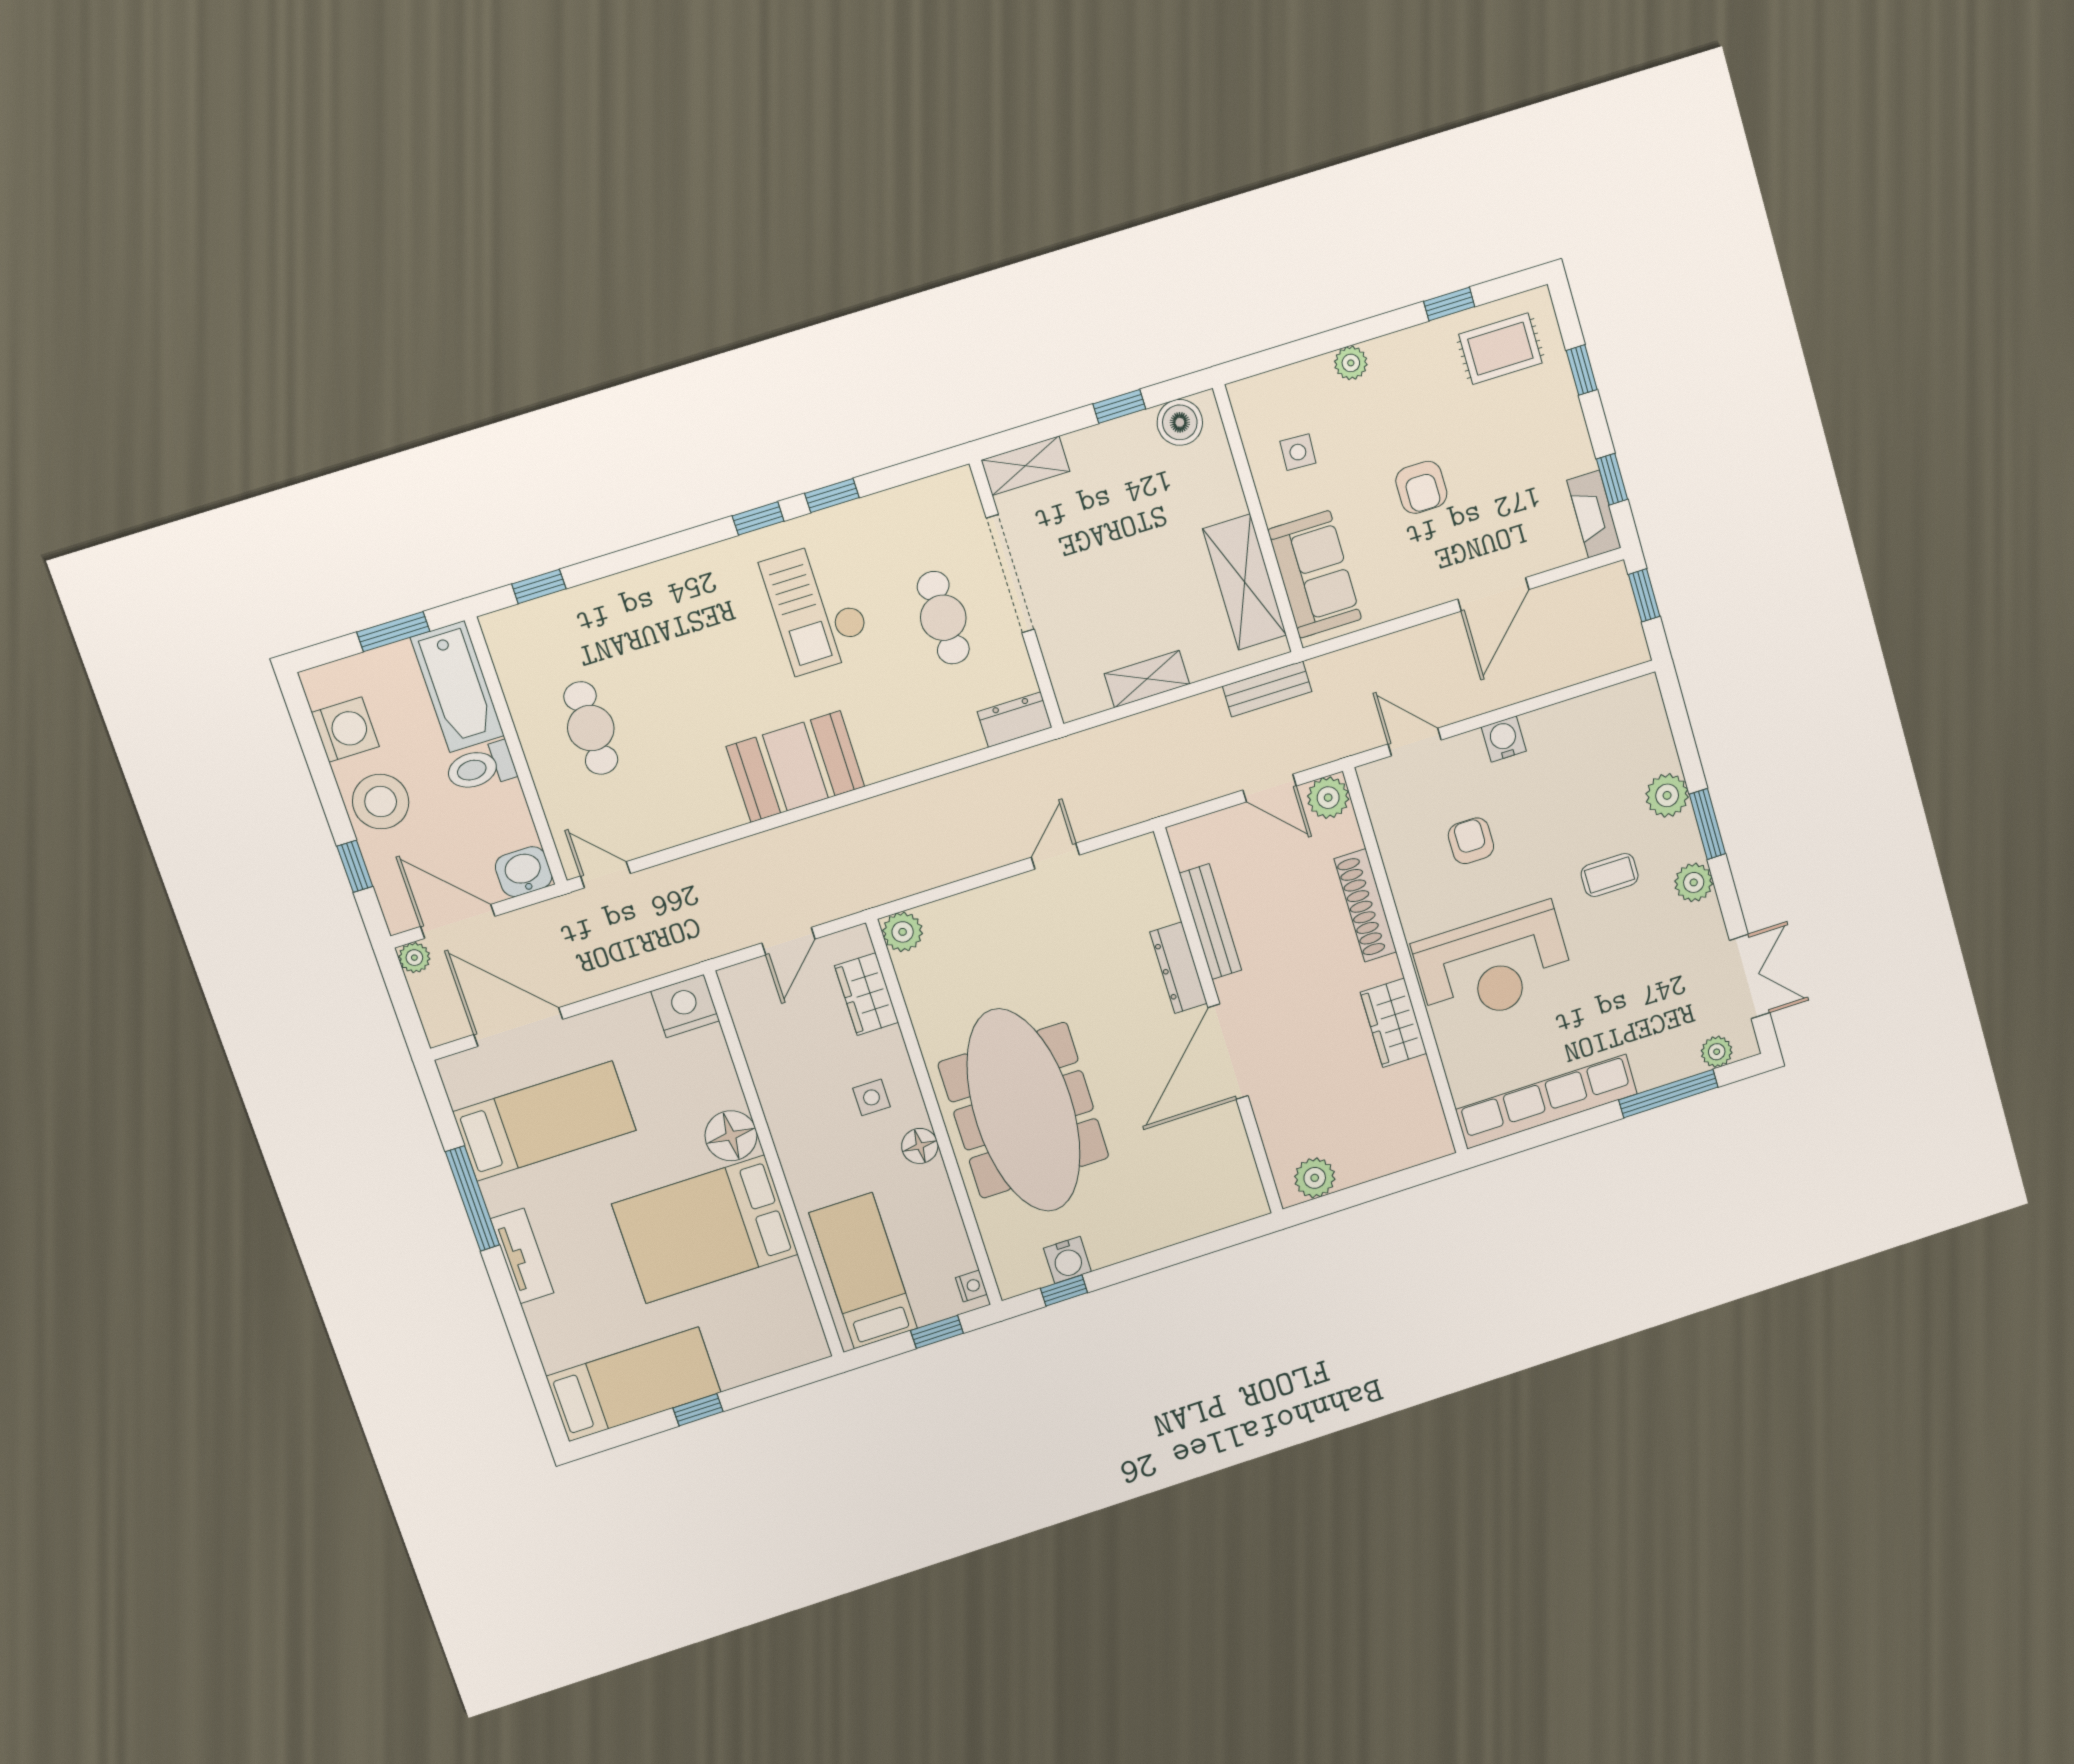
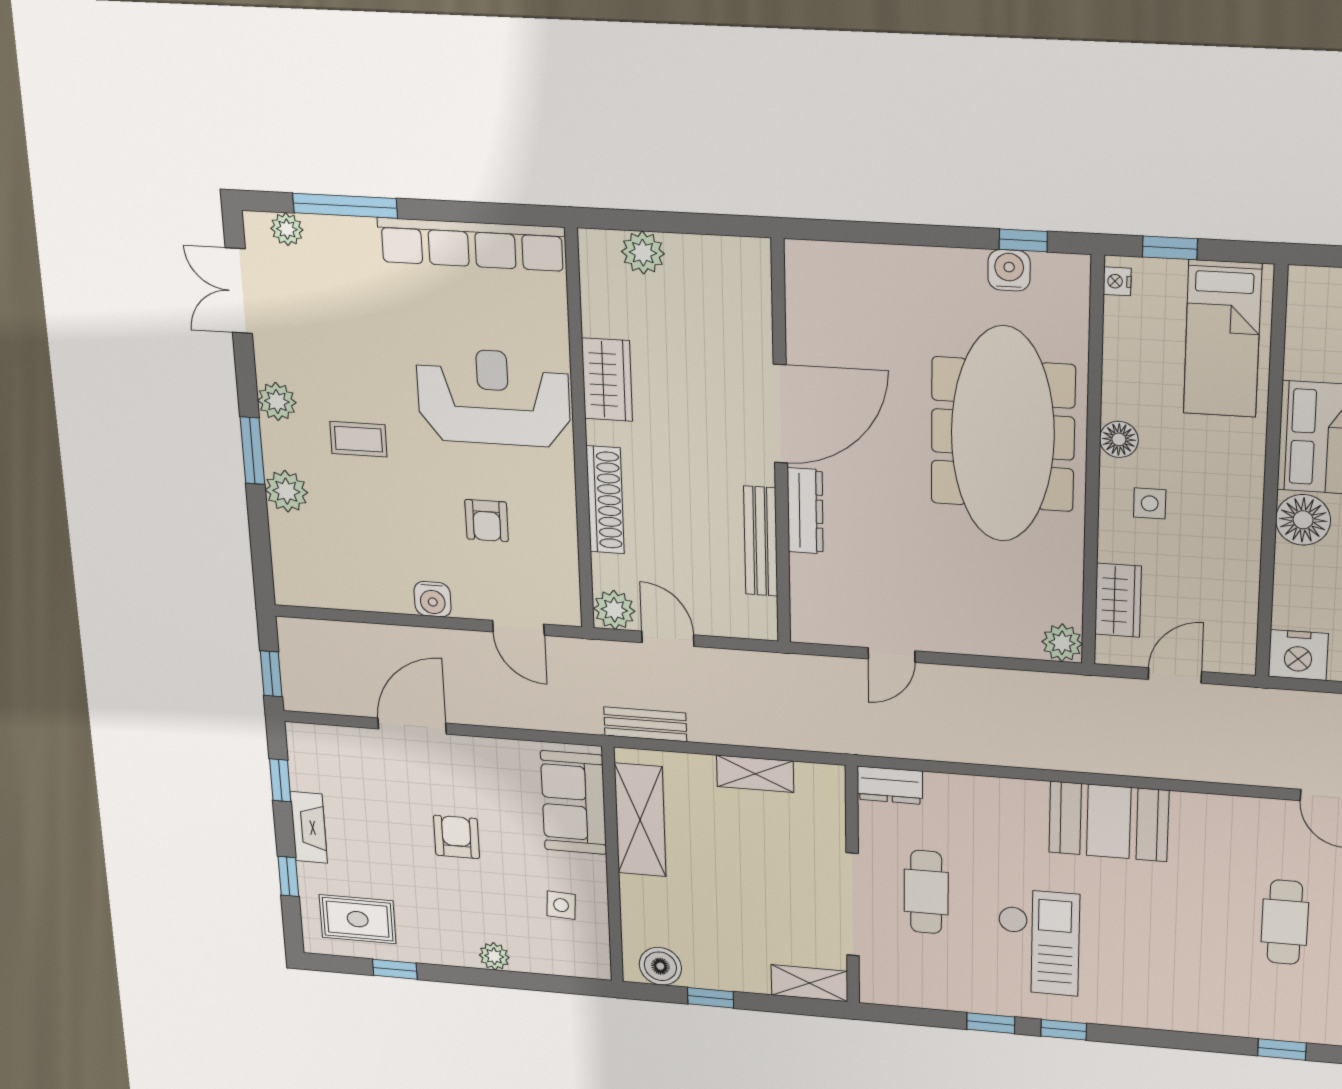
fireplace: (1594, 514) -> (309, 827), moved
plant: (1315, 1178) -> (643, 253), moved

